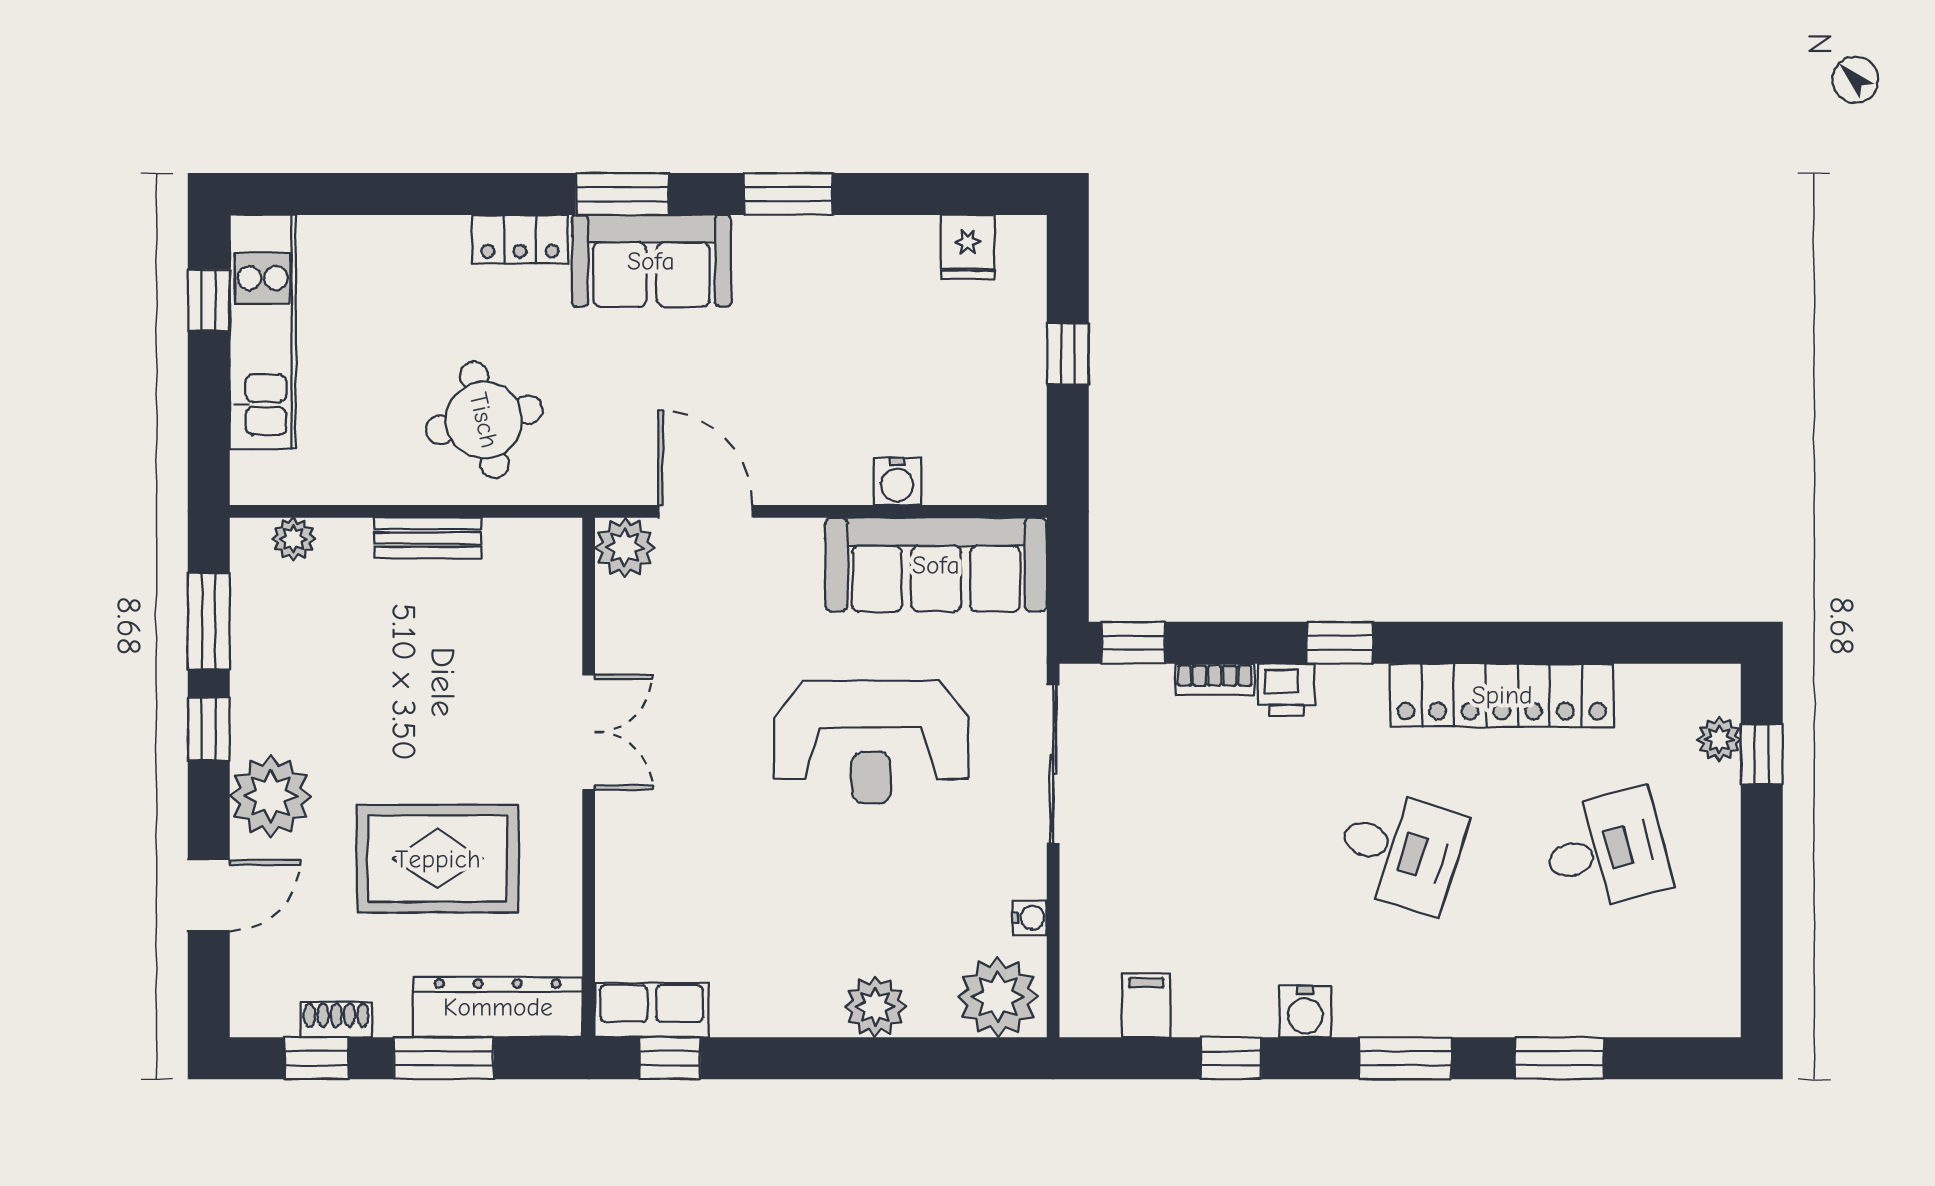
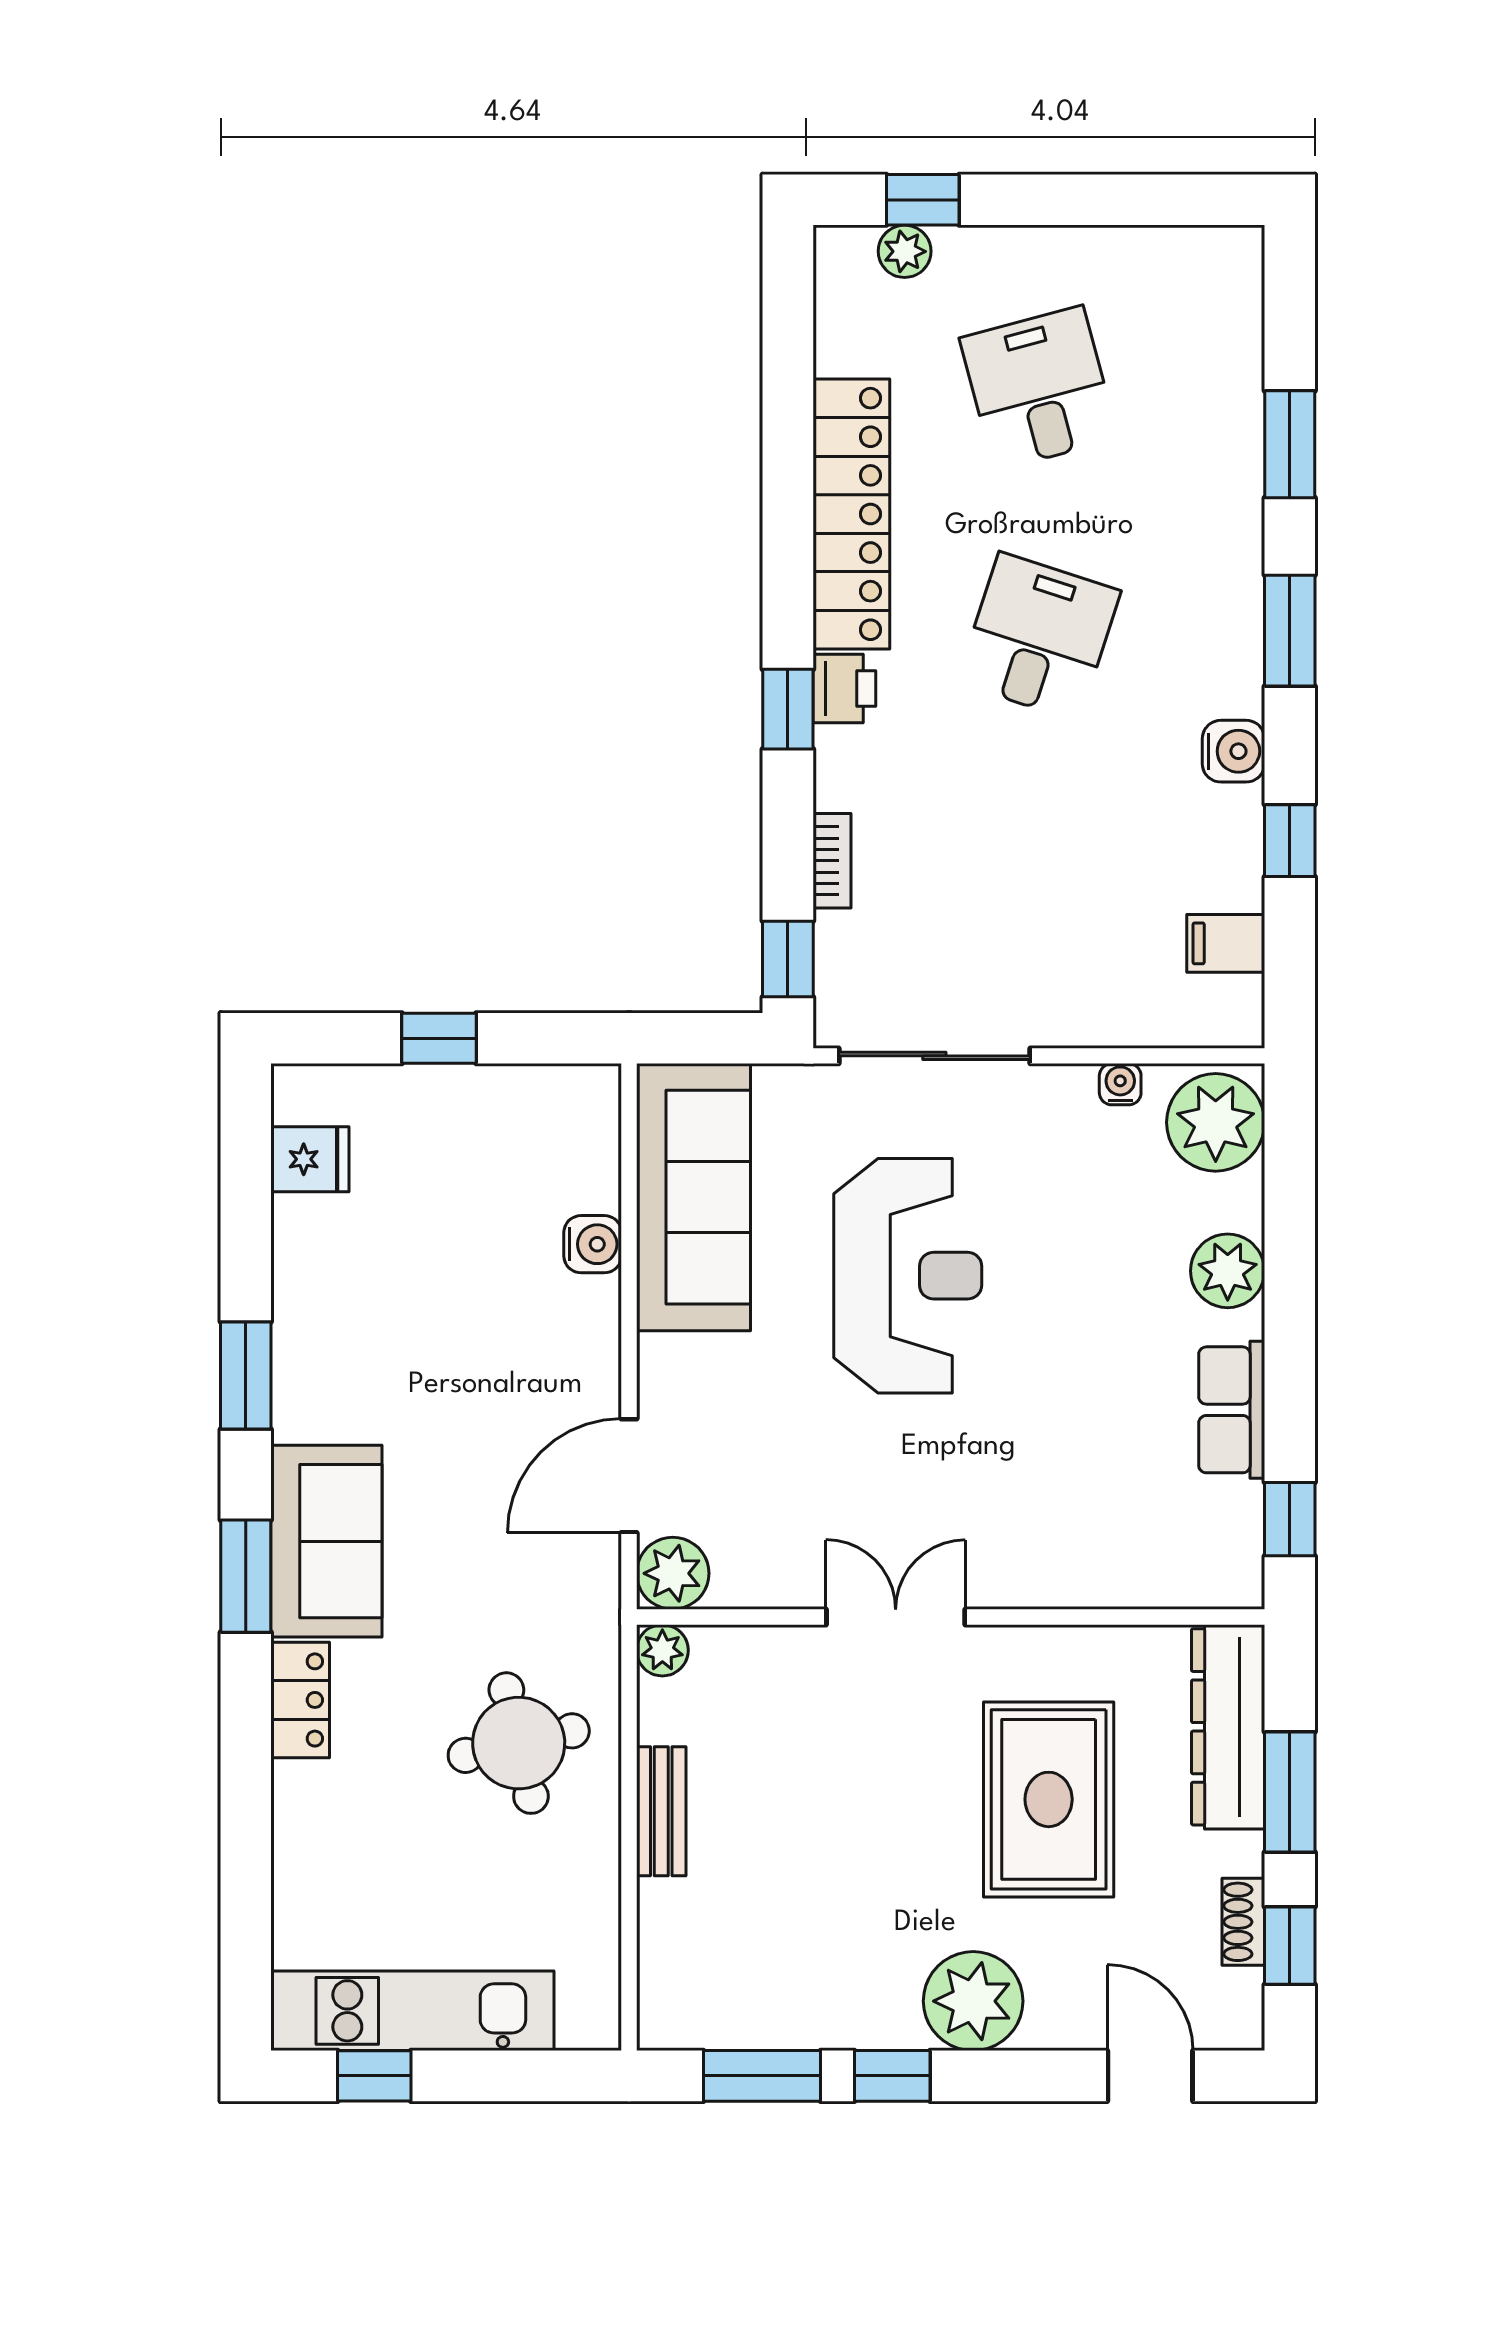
plant: (294, 539) -> (662, 1650), moved
printer: (1286, 690) -> (844, 689), moved
door: (209, 895) -> (1150, 2076), moved
row of seats: (652, 1010) -> (1232, 1410), moved

